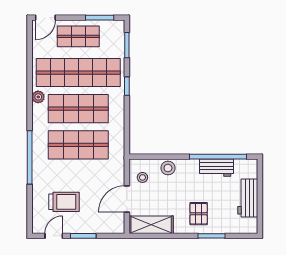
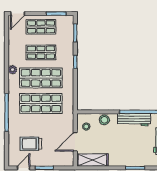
shop shelf: (78, 73) -> (41, 52), width x0.50, depth x0.74
workbench: (216, 168) -> (134, 120), width x1.38
trolley: (64, 202) -> (31, 144), turned 180
pallet: (199, 214) -> (126, 152), removed

